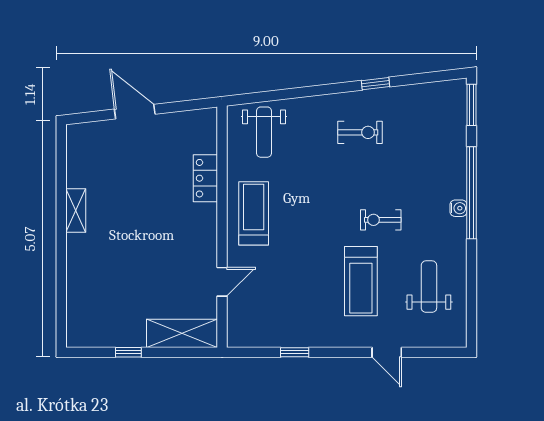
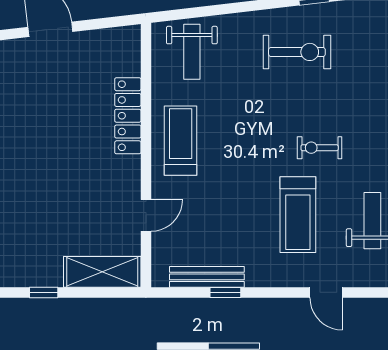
exercise bike: (360, 132) -> (297, 52), width x1.38, depth x1.39
locker: (205, 178) -> (128, 116), width x1.53
bench: (278, 338) -> (207, 277), added

